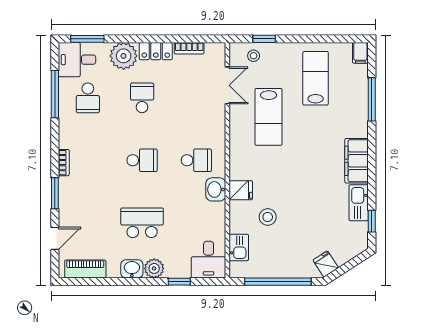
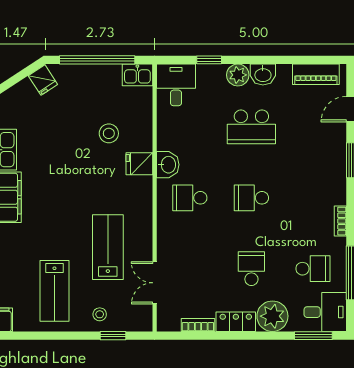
stool: (254, 56) -> (100, 314), moved
school desk: (88, 98) -> (313, 269), turned 90
school desk: (142, 98) -> (251, 269), turned 180
bookcase: (64, 163) -> (340, 221), moved
kitchen sink: (239, 247) -> (137, 75), moved, turned -90

